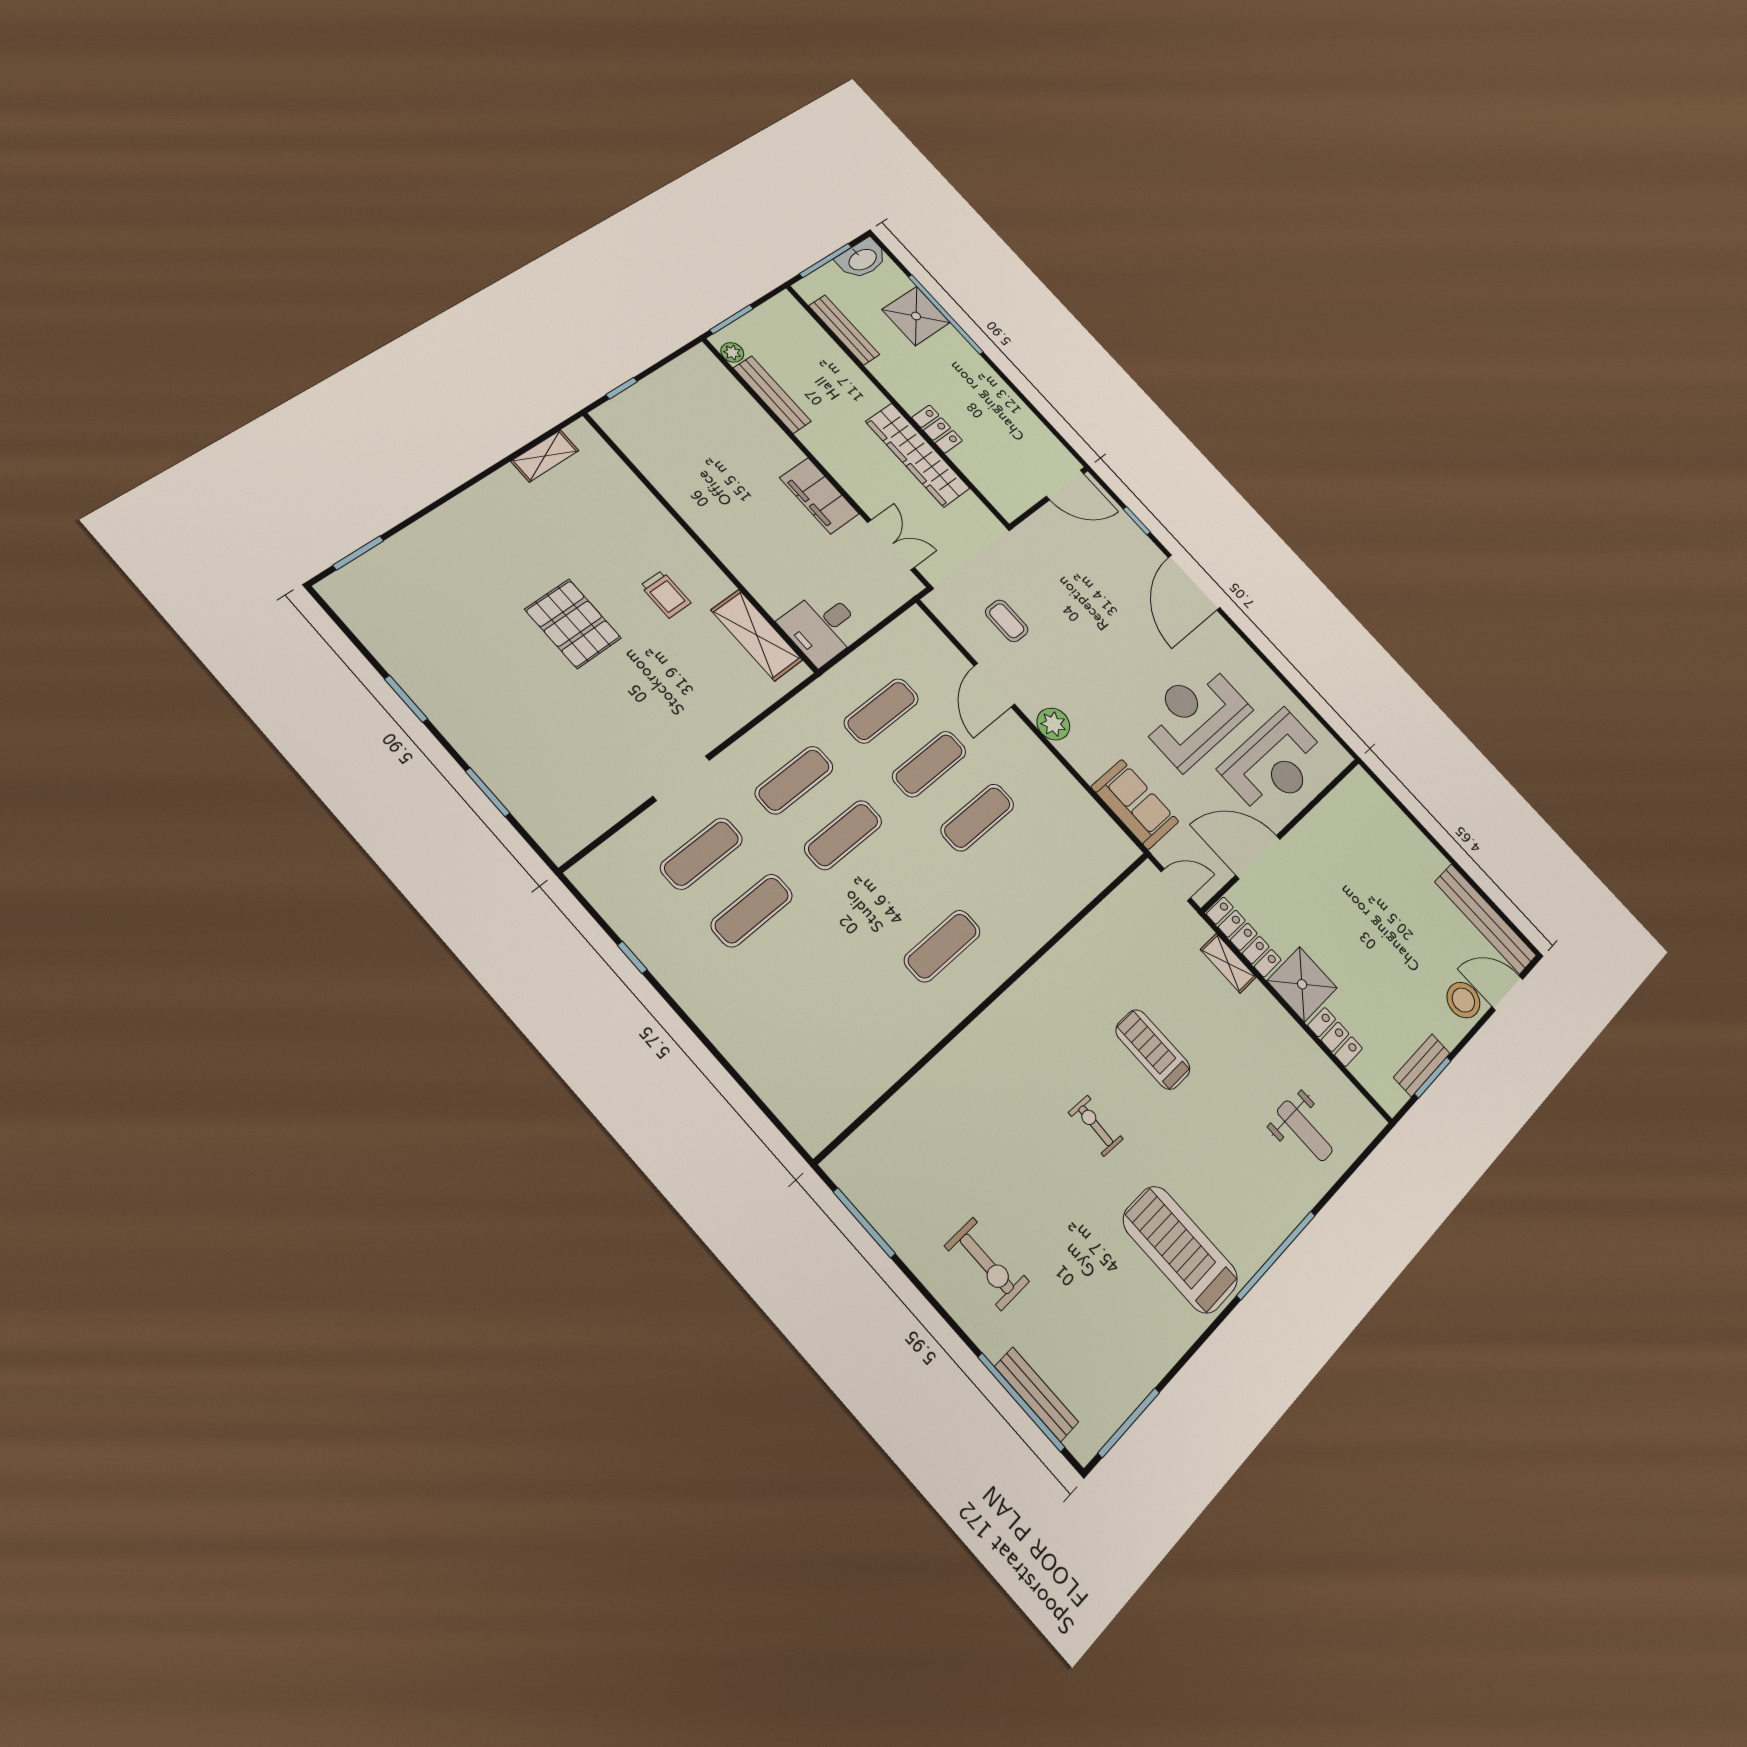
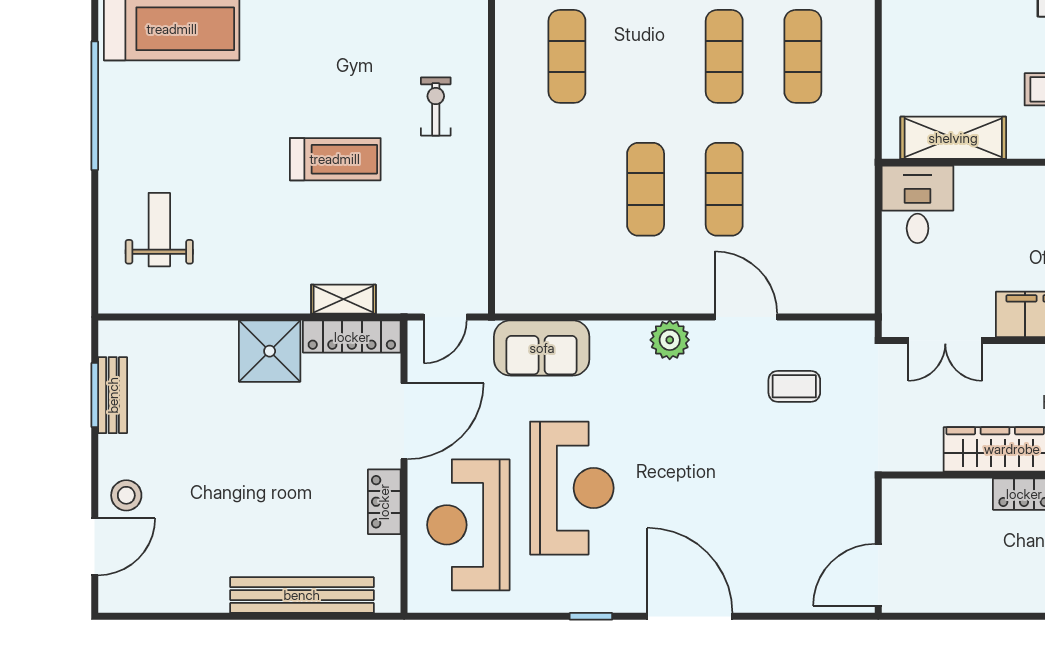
window: (1137, 521) -> (591, 616), moved
exercise mat: (881, 711) -> (803, 189), removed
bench: (1485, 919) -> (302, 595), moved
stool: (1463, 1000) -> (126, 495), width x0.73, depth x0.73
locker: (1335, 1037) -> (384, 502), moved, turned 90
exercise bike: (1096, 1126) -> (436, 107), moved, turned -93
weight bench: (1305, 1131) -> (159, 230), turned 90

